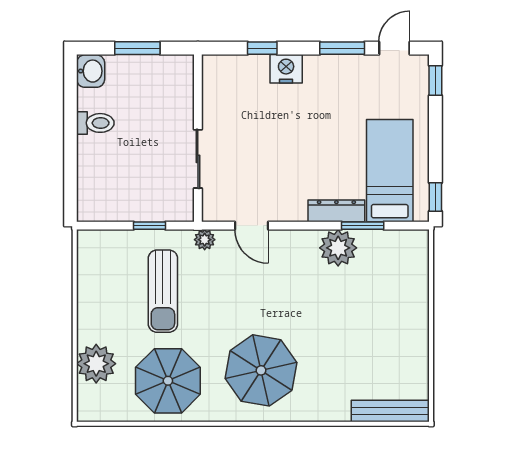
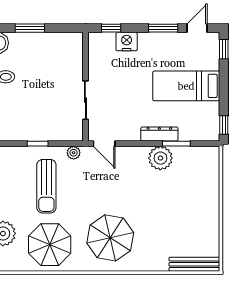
wall: (198, 138) -> (85, 87), moved
sliding door: (198, 159) -> (85, 100), moved
bed: (390, 171) -> (186, 86), moved, turned -90

